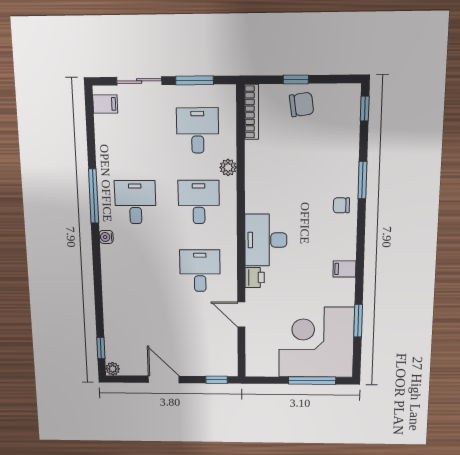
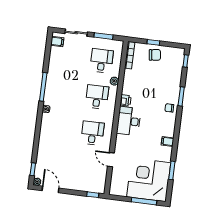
desk: (135, 202) -> (64, 93), removed
printer: (255, 277) -> (125, 100), moved
door: (164, 379) -> (50, 189), moved

